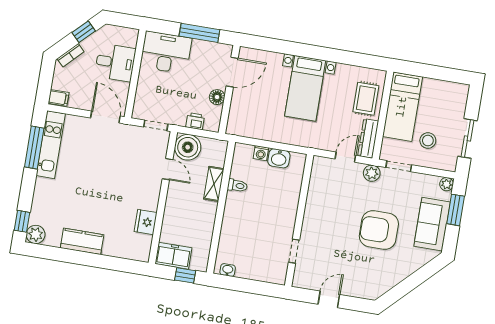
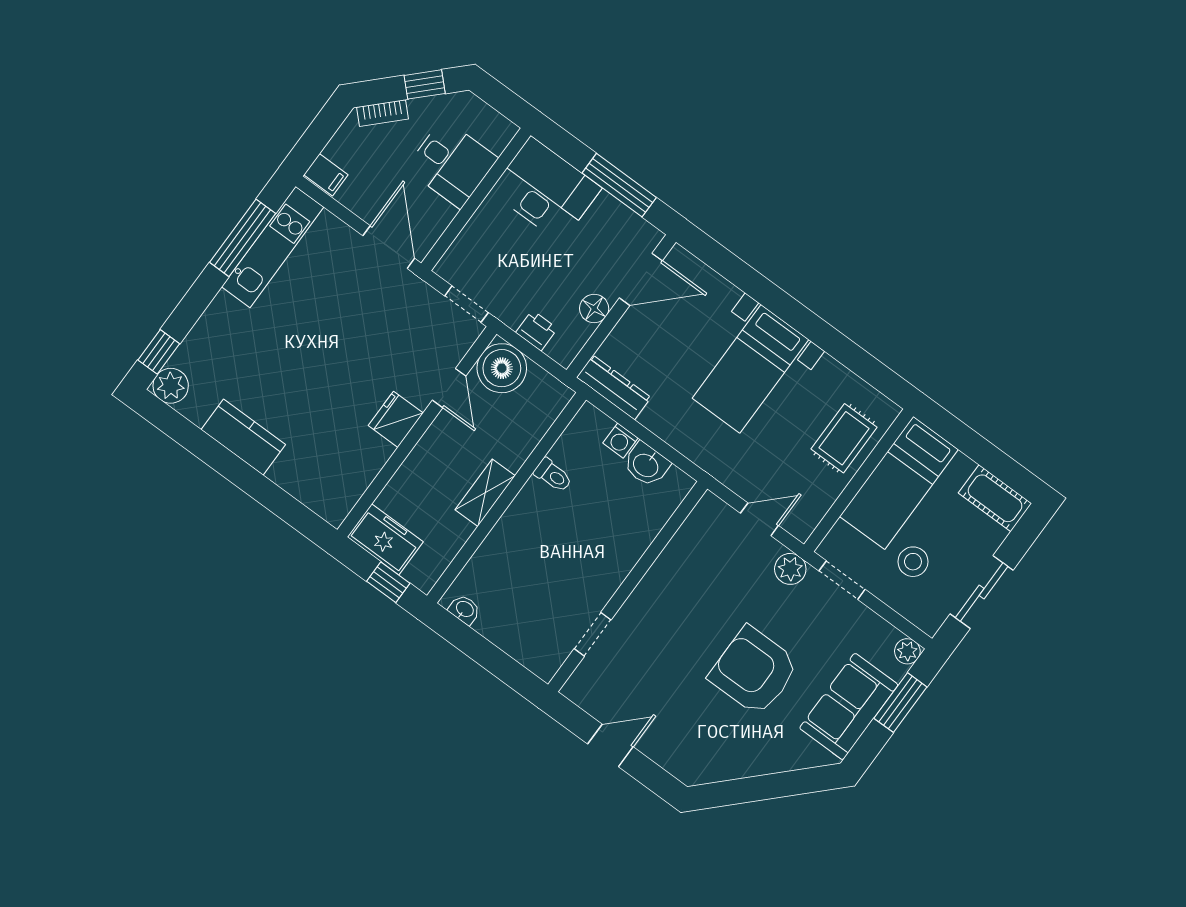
cot: (451, 91) -> (995, 498), added
dresser: (368, 138) -> (614, 387), moved, turned 90
shelving: (214, 184) -> (485, 493), moved
fridge: (146, 222) -> (396, 419), moved

